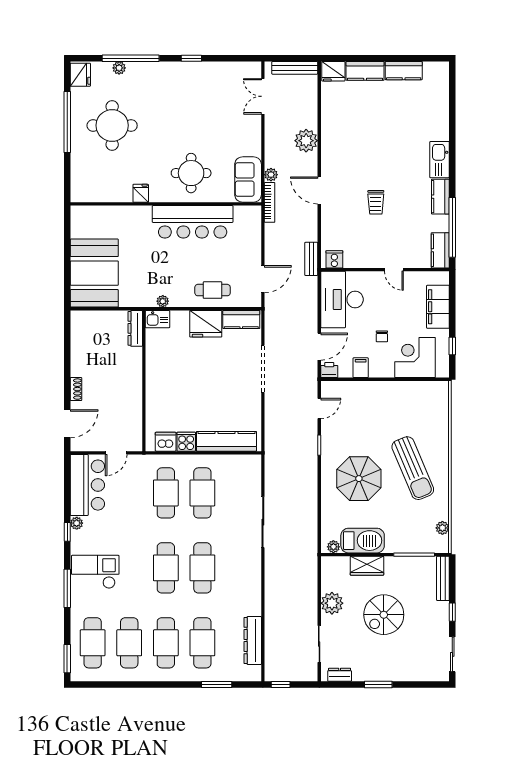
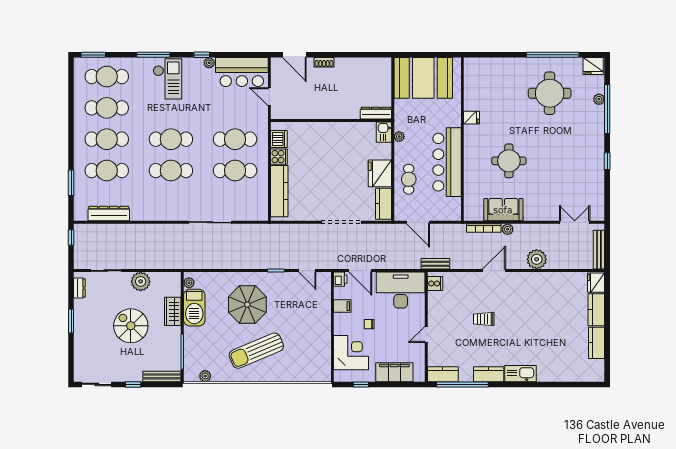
fridge: (141, 193) -> (472, 118), moved
wall: (166, 204) -> (462, 139), moved
bar counter: (193, 222) -> (447, 162), moved

